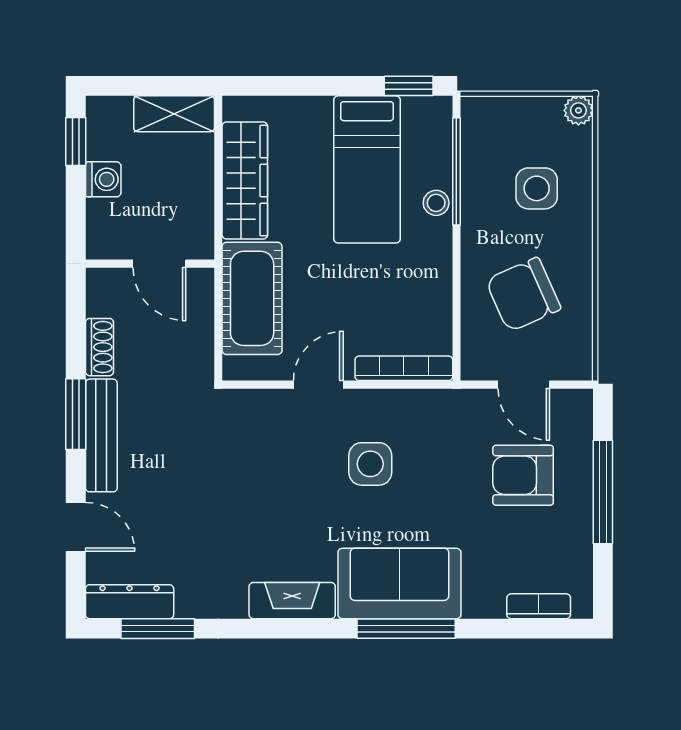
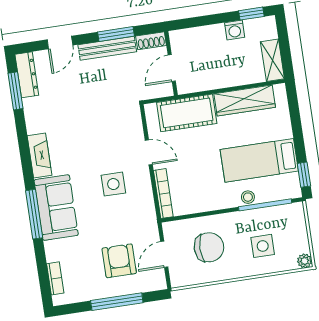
wall: (150, 264) -> (171, 63), moved
door: (159, 264) -> (172, 68), moved
chair: (523, 294) -> (209, 247), turned 115

